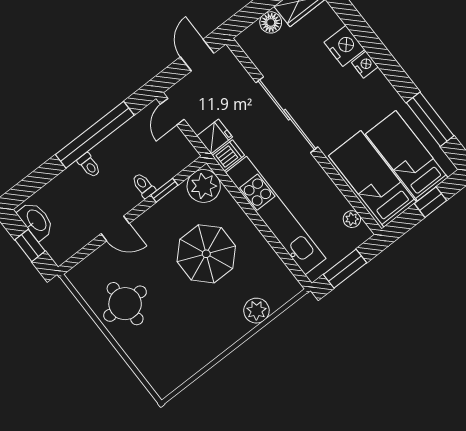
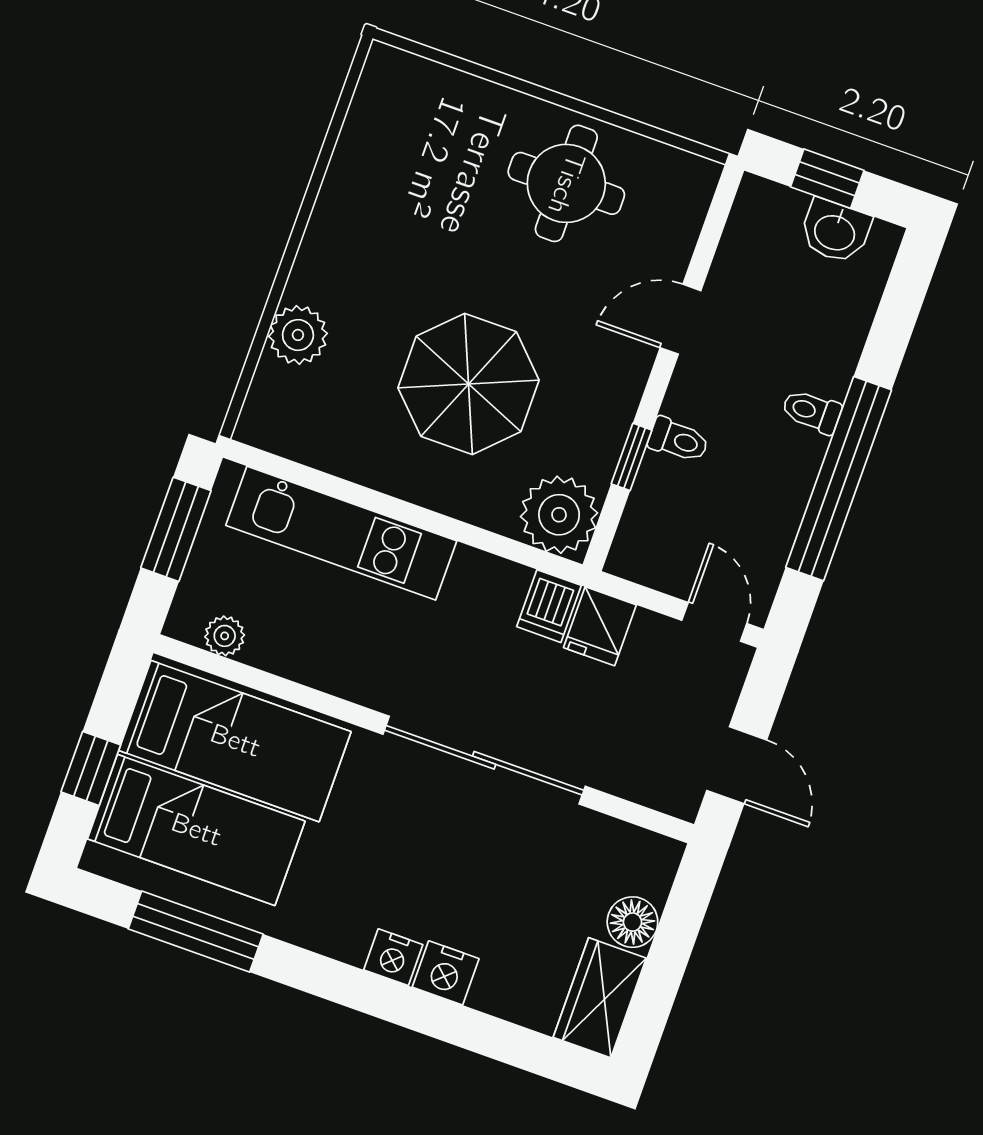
nightstand: (344, 46) -> (446, 973), width x0.74, depth x0.75
kitchen unit: (276, 216) -> (341, 533), width x0.73
washbasin: (36, 221) -> (835, 231), width x0.72

